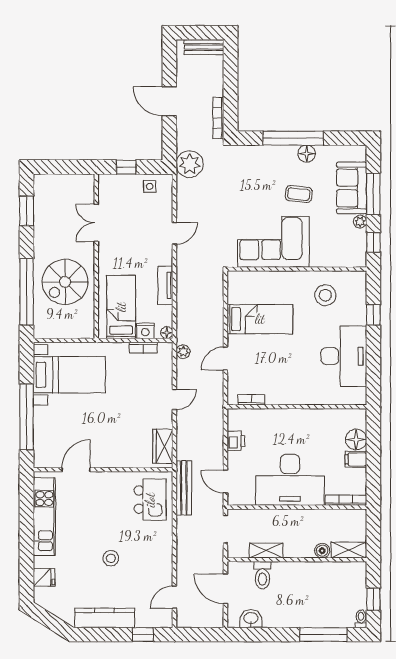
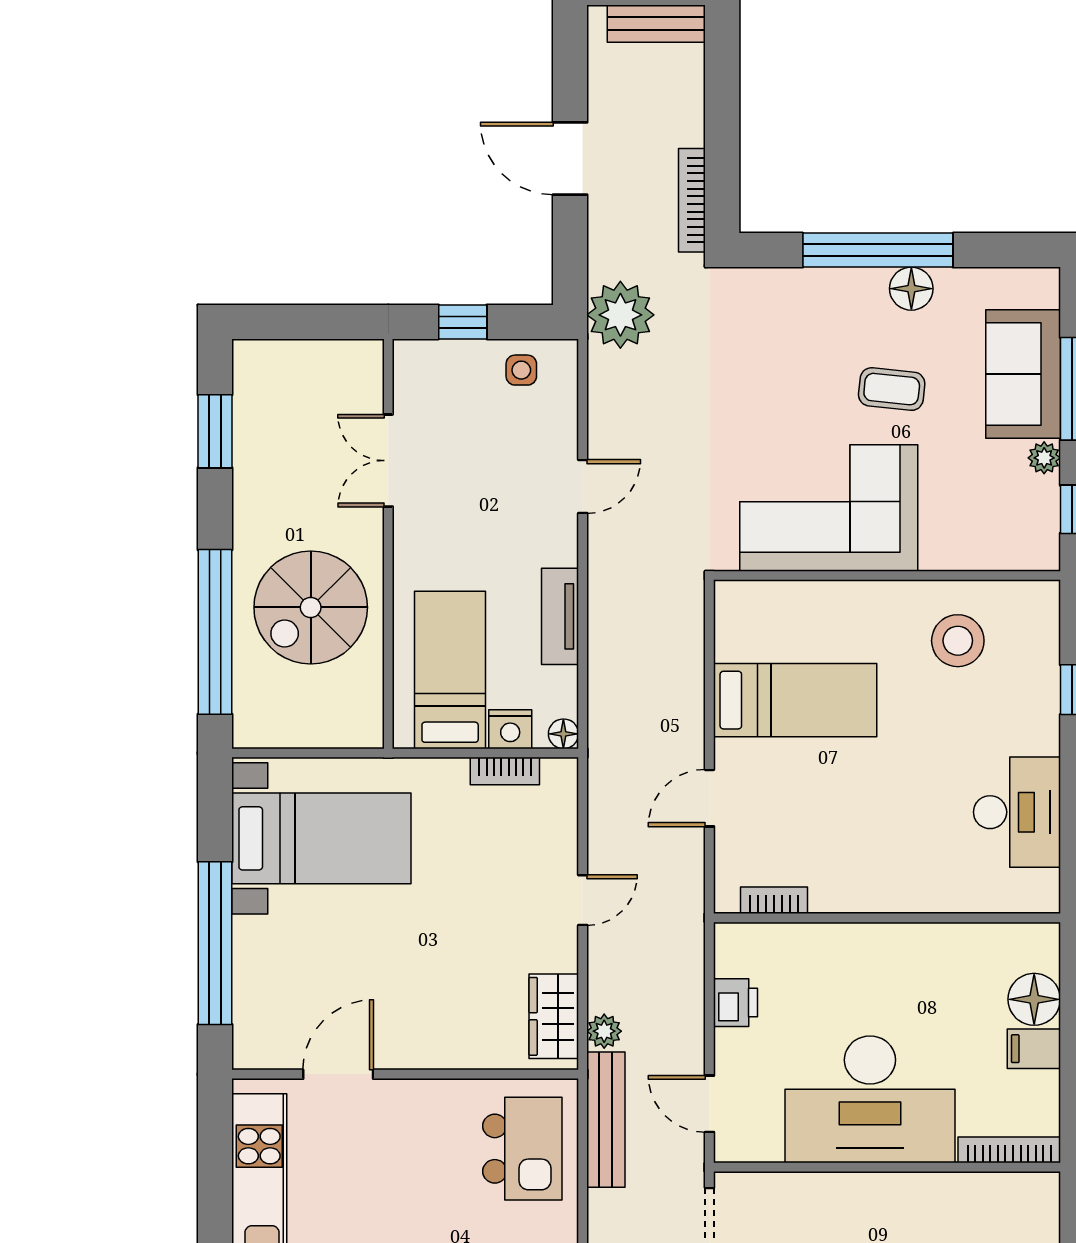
plant: (183, 352) -> (604, 1031), moved
desk: (344, 356) -> (1017, 812), width x0.73, depth x0.77

